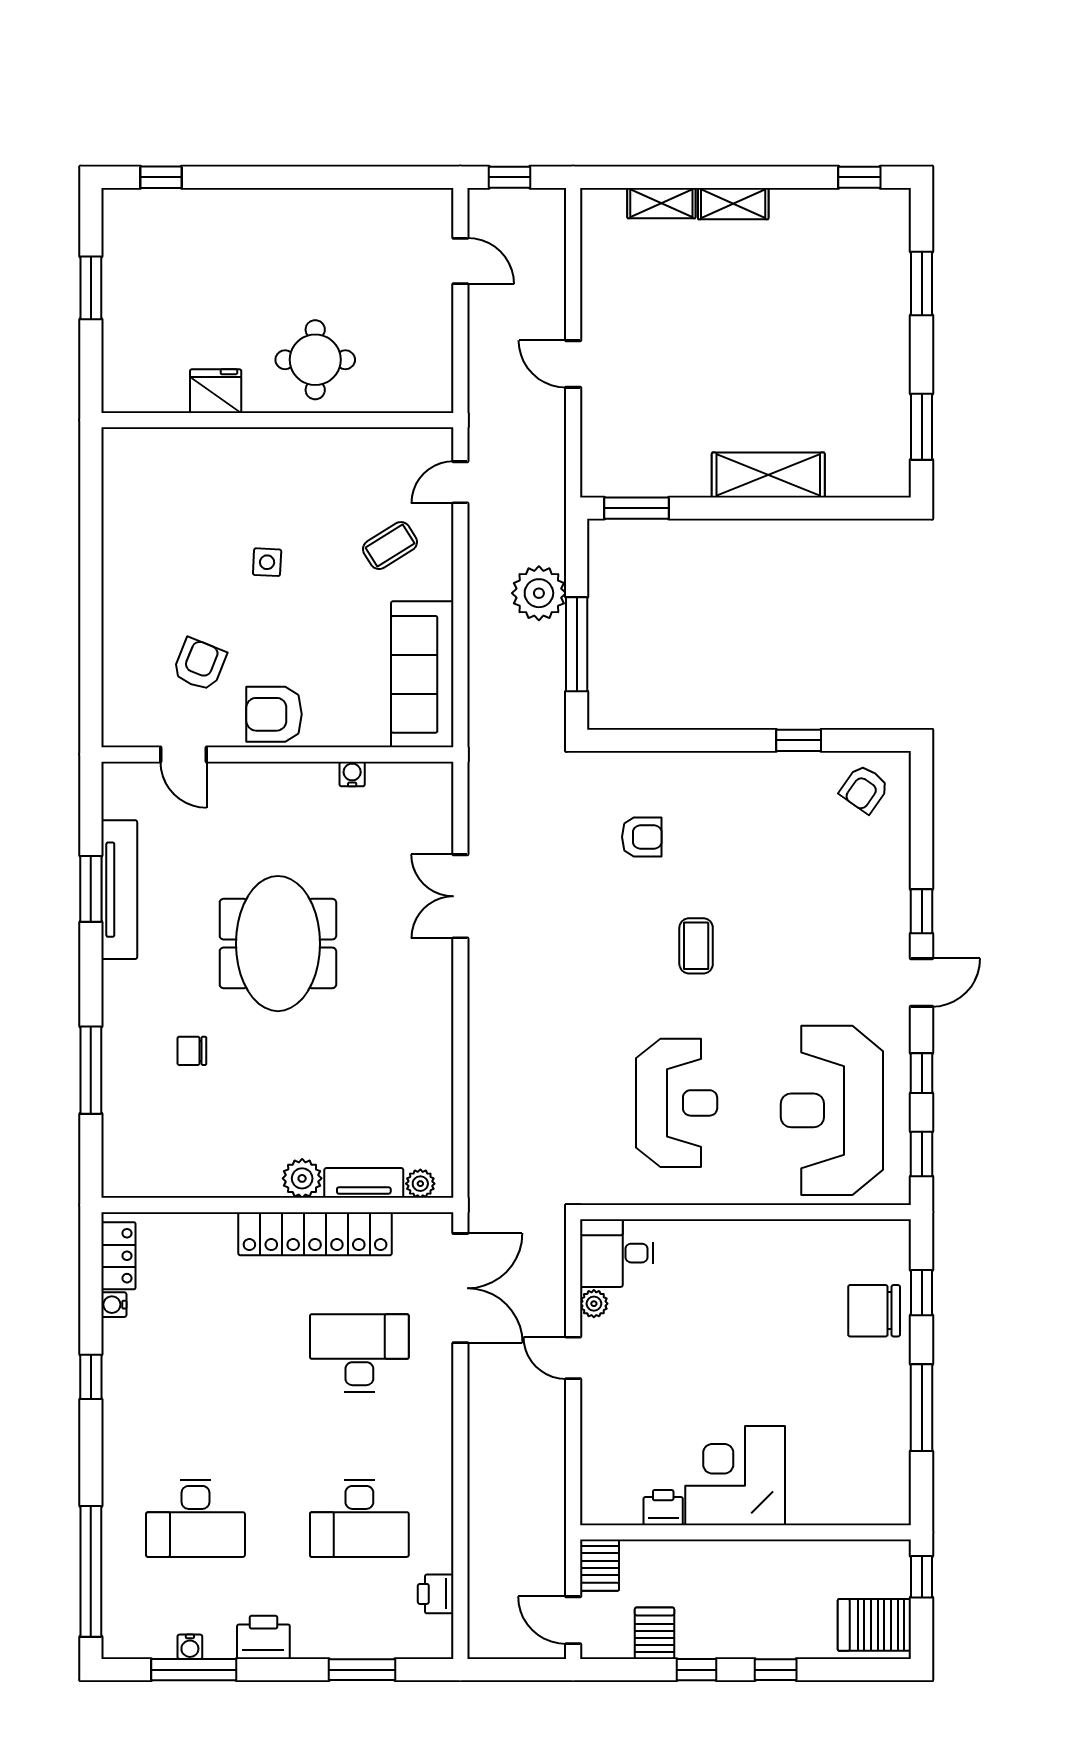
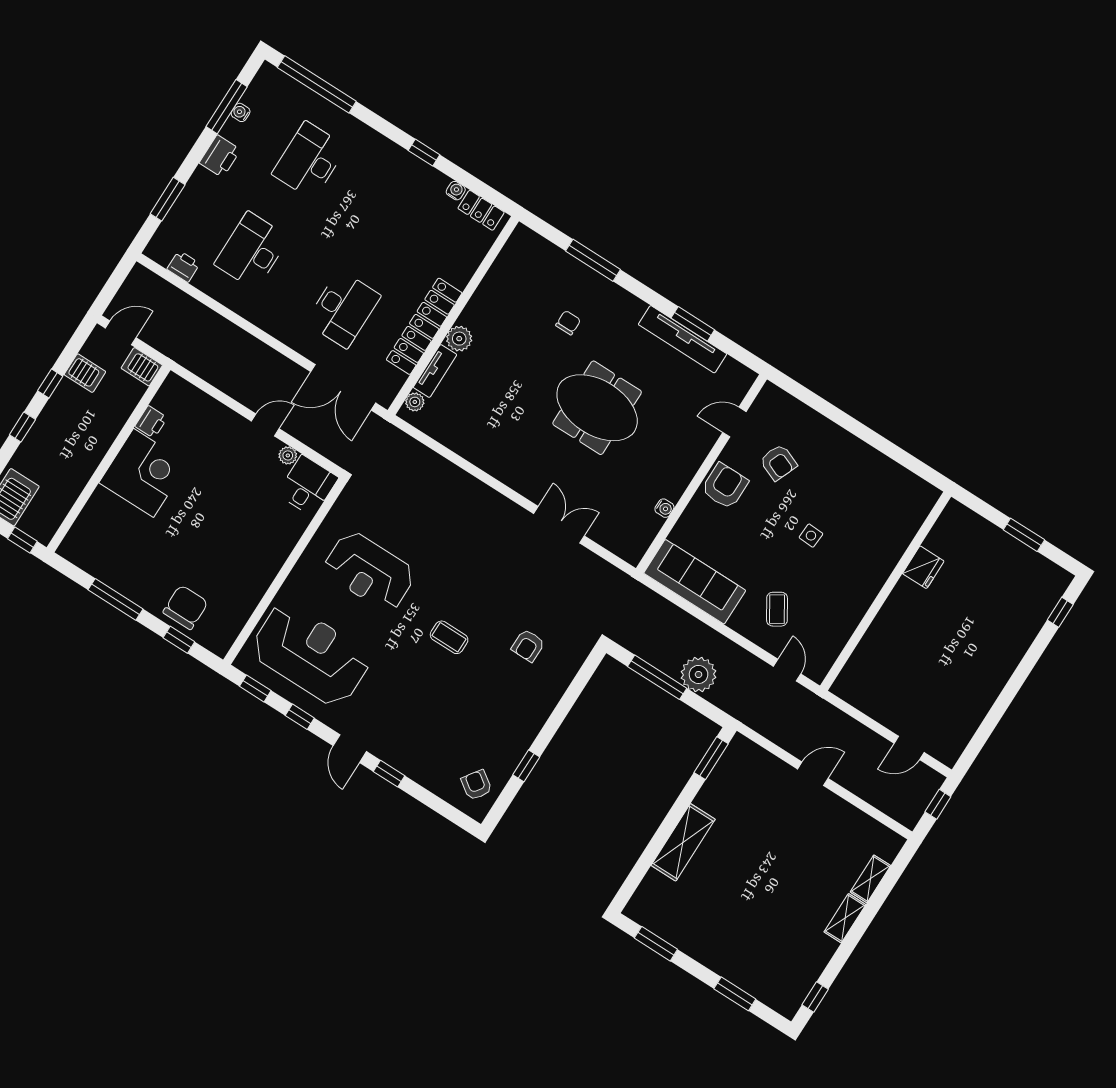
round table: (315, 360) -> (906, 633), removed

